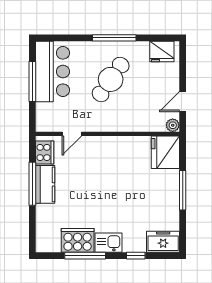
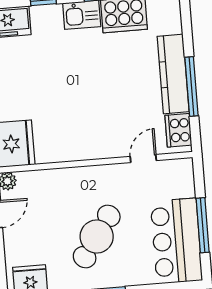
kitchen counter: (45, 184) -> (173, 74), width x1.50

